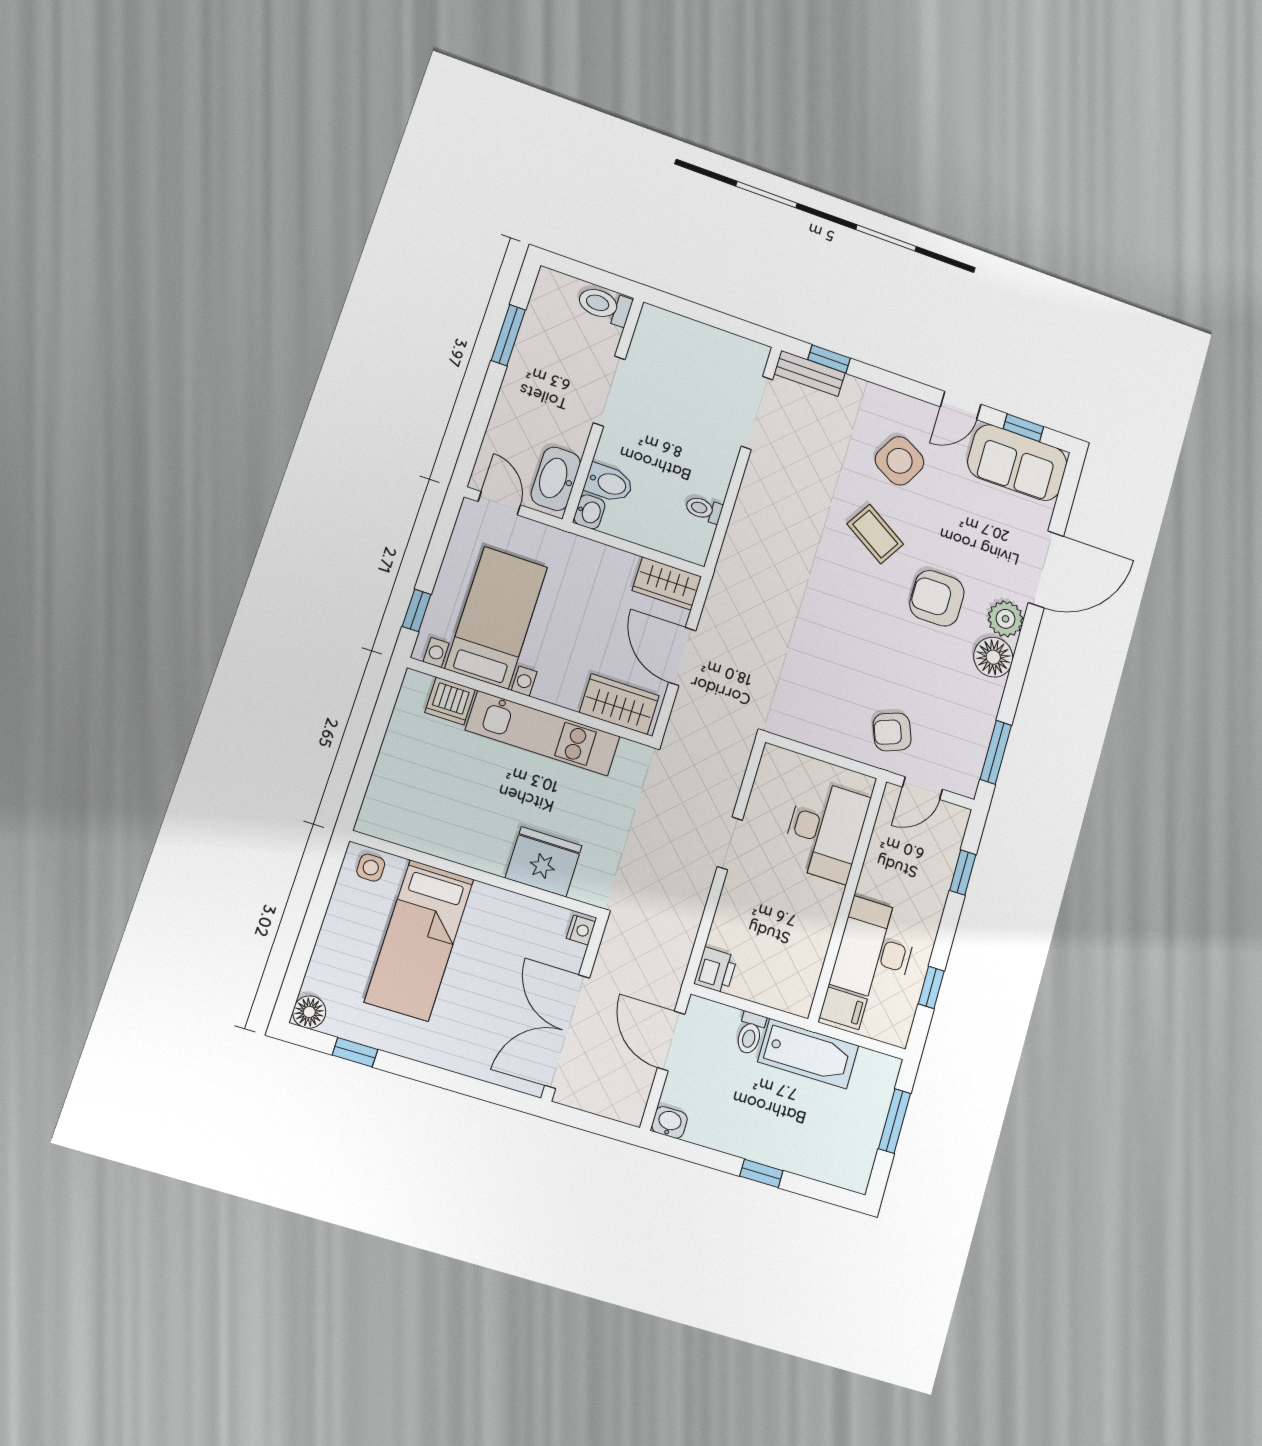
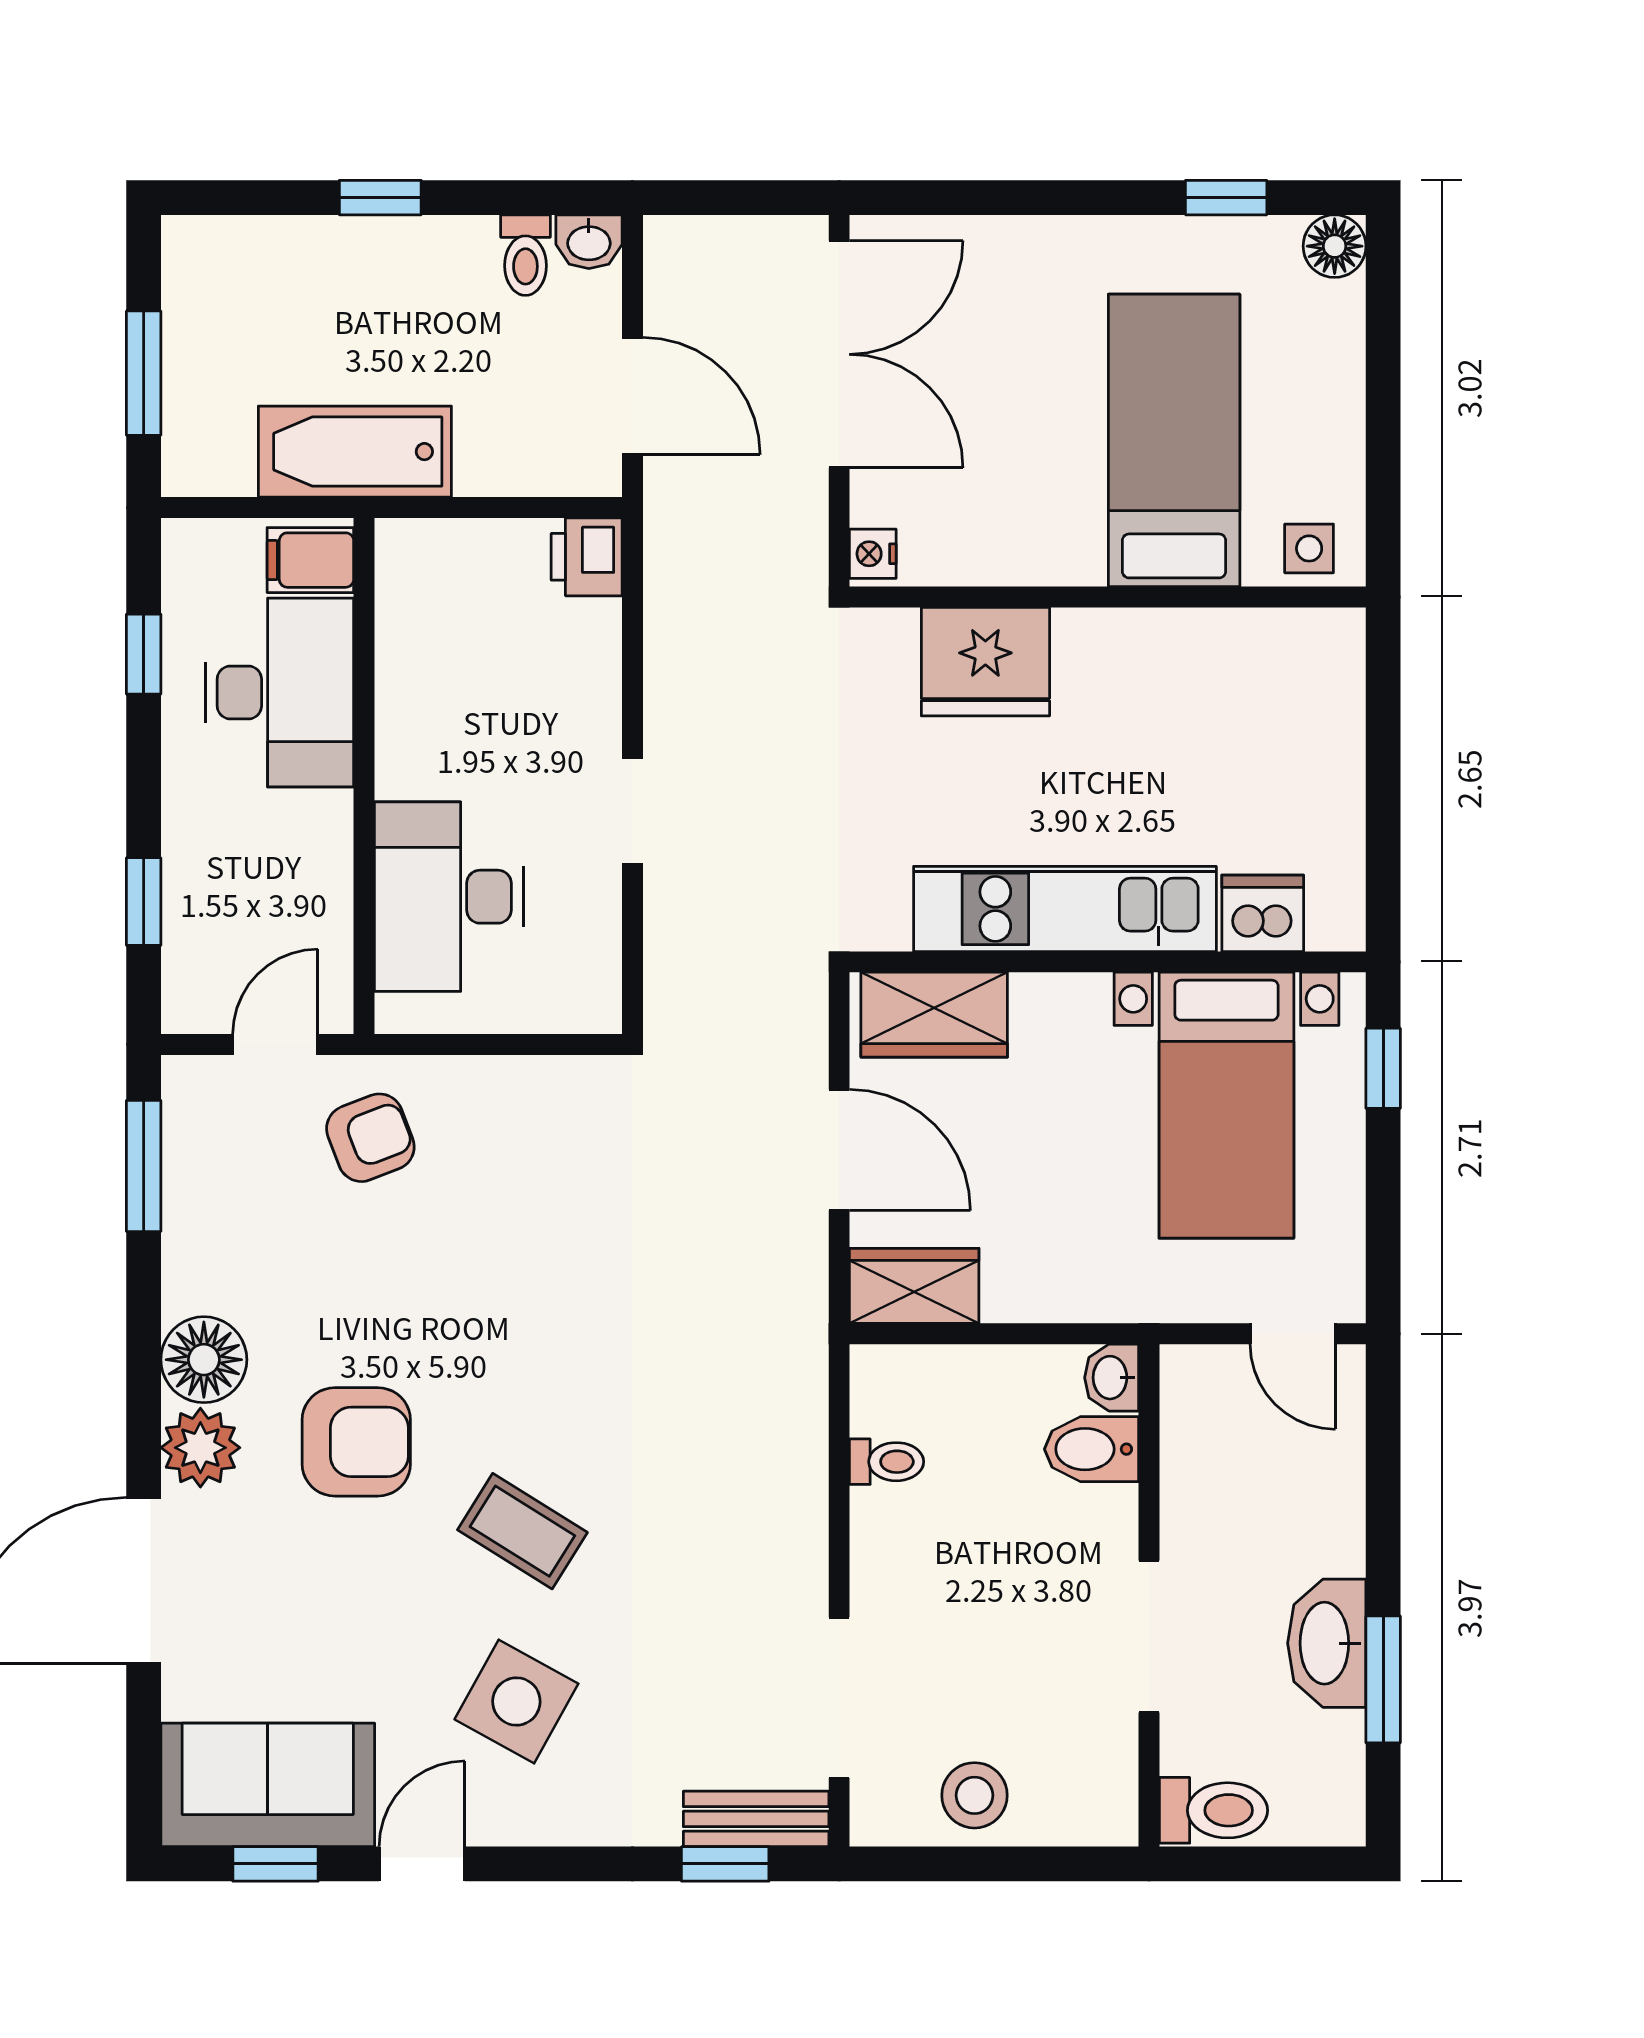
stool: (710, 349) -> (974, 1795), added
washbasin: (556, 479) -> (1327, 1643), moved, turned 180
toilet: (750, 1033) -> (525, 255), moved, turned 180

